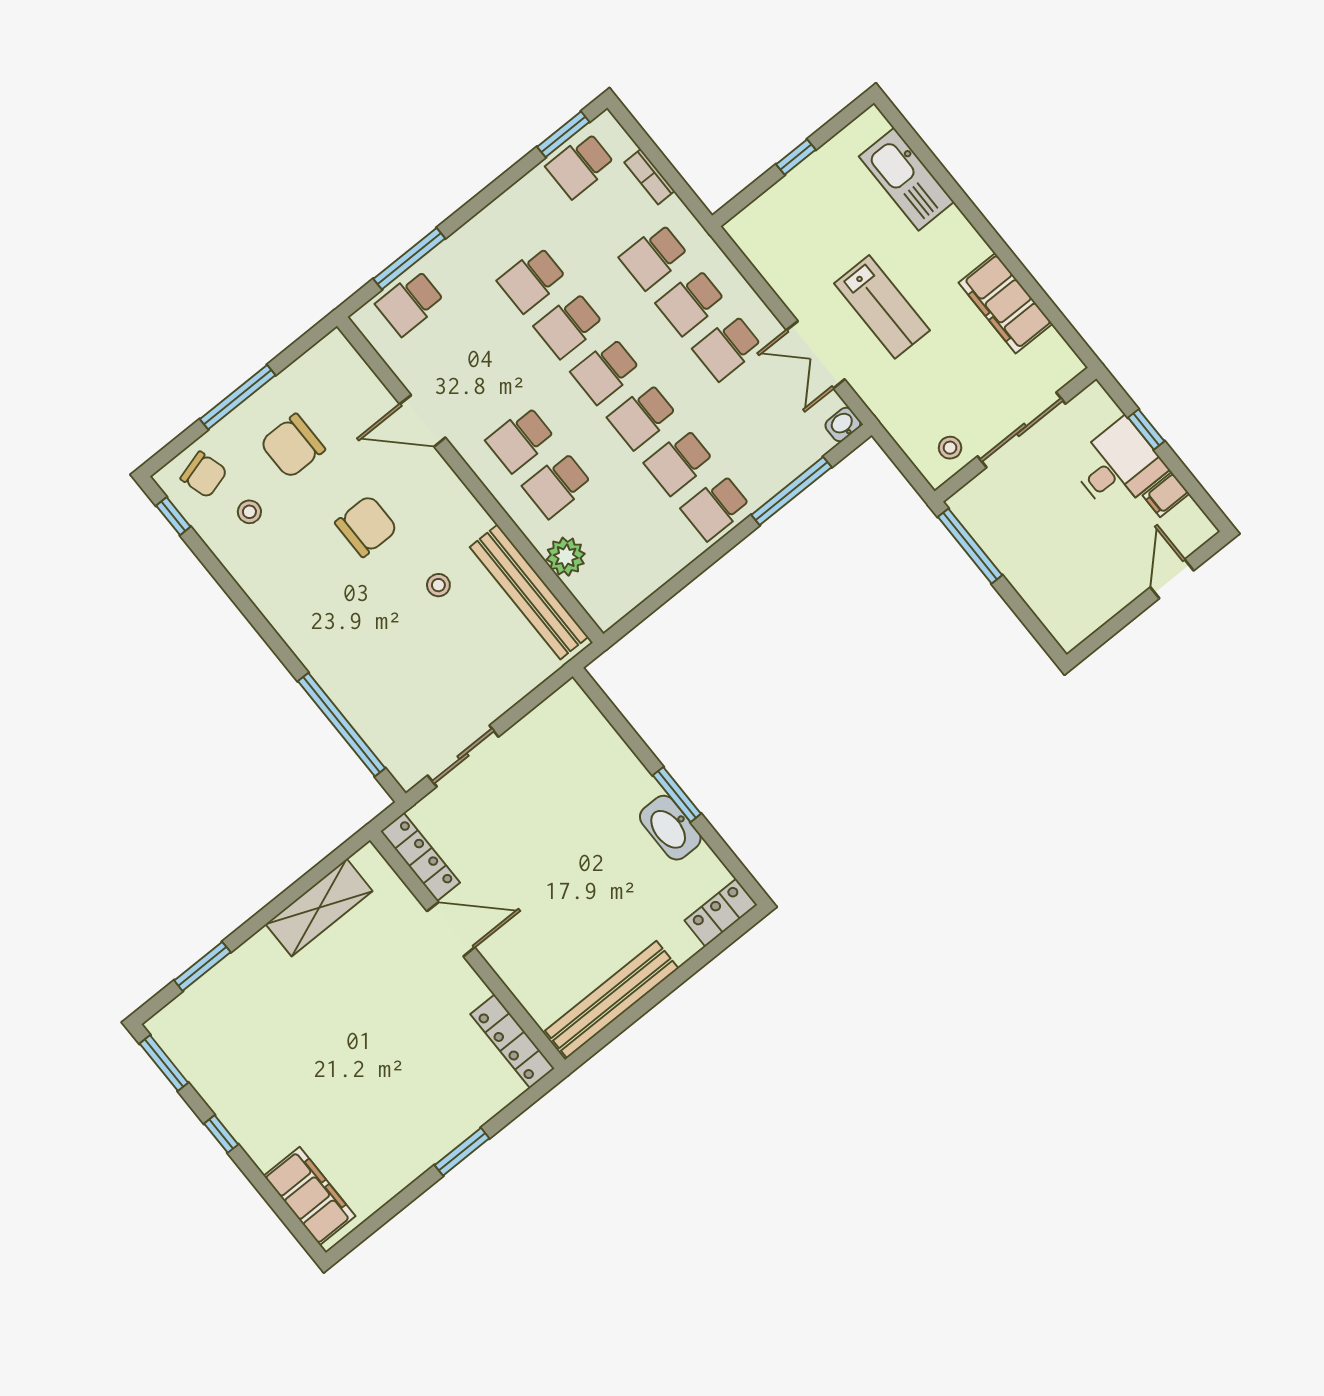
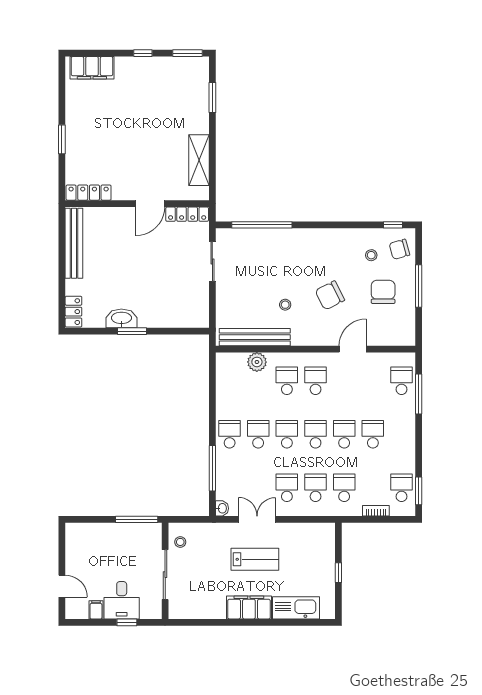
filing cabinet: (1006, 303) -> (249, 607), moved
lab bench: (882, 307) -> (255, 559), turned 180
chair: (366, 526) -> (330, 295), turned 63

